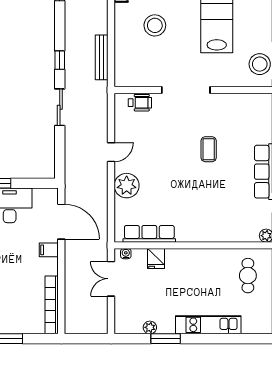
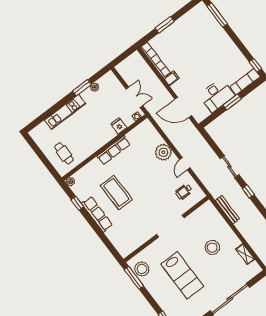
wheelchair: (140, 103) -> (184, 191), moved
coffee table: (209, 149) -> (116, 192), moved, width x1.86, depth x1.72
row of seats: (149, 234) -> (114, 150), moved
filing cabinet: (49, 250) -> (172, 78), moved

